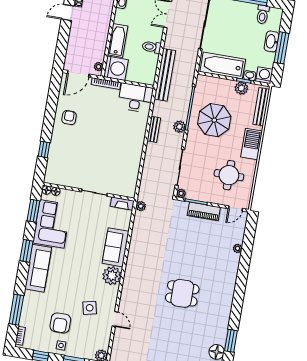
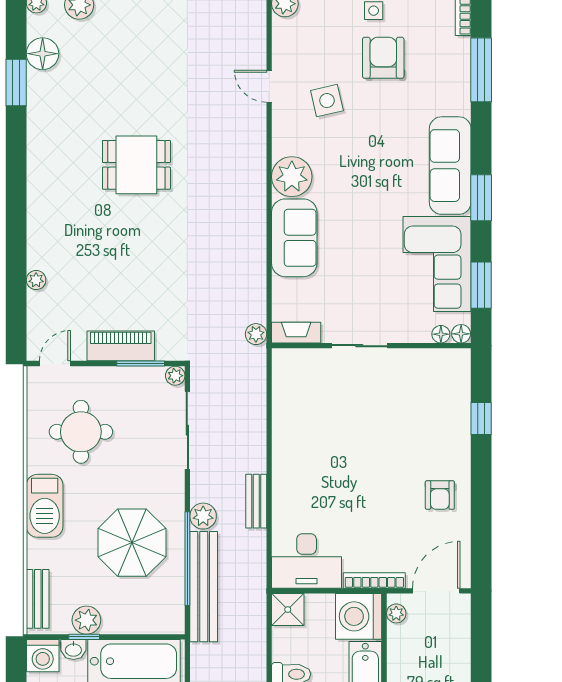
bench: (165, 75) -> (204, 587), moved
shower: (148, 77) -> (288, 610), added
bench: (261, 107) -> (38, 599), width x0.73

